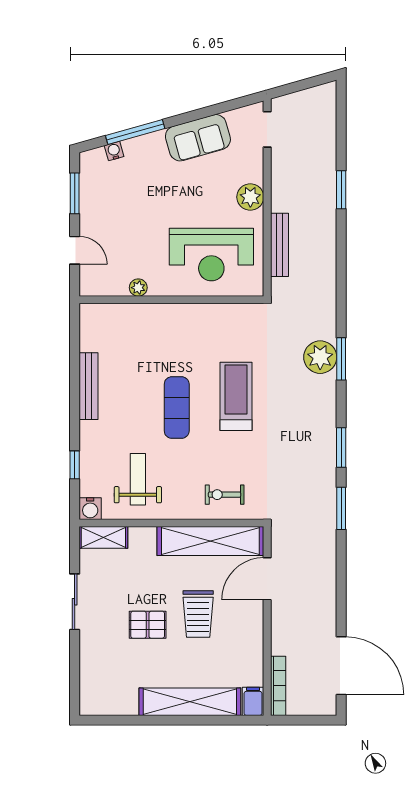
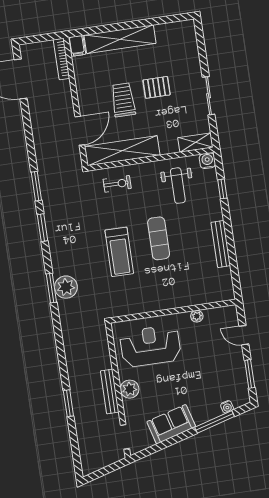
bench: (279, 245) -> (110, 392), moved

